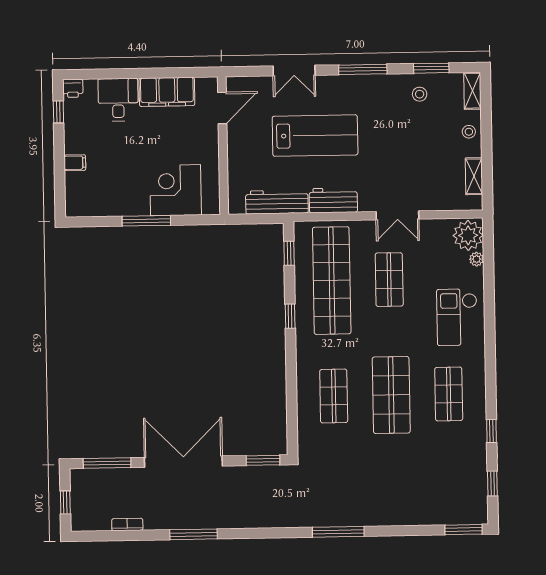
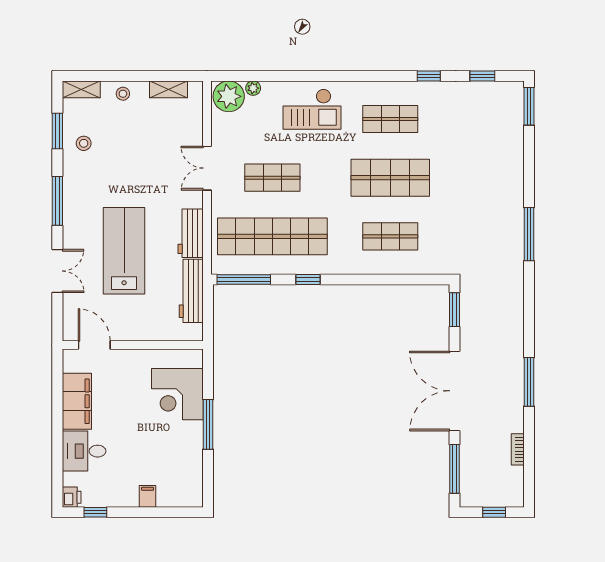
double door: (397, 215) -> (207, 168), swing flipped
window: (289, 253) -> (244, 279), width x2.17

